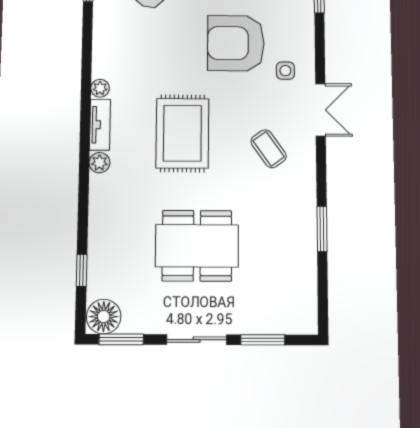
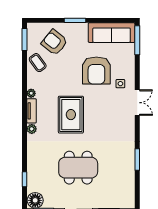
armchair: (236, 43) -> (96, 70), turned -90
coffee table: (269, 149) -> (38, 63), moved

